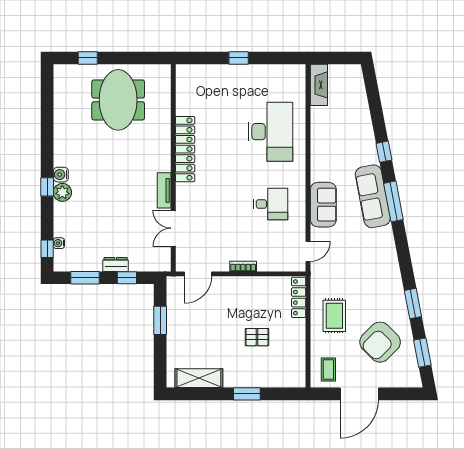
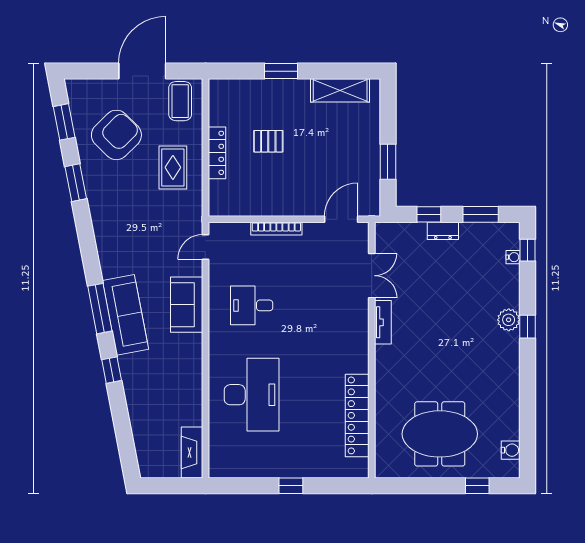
meeting table: (118, 100) -> (440, 434), turned 90
desk: (271, 132) -> (252, 395), turned 180
locker: (185, 149) -> (357, 415), moved
water cooler: (61, 175) -> (511, 450), moved
bookcase: (243, 266) -> (276, 229), width x1.56
locker: (299, 297) -> (217, 153), moved
coffee table: (328, 370) -> (180, 101), width x1.36, depth x1.30

